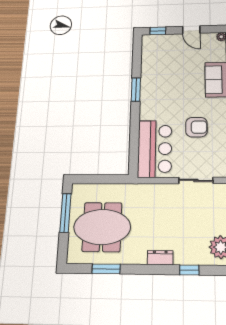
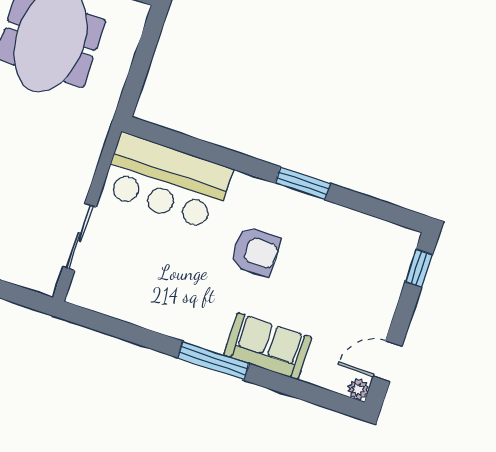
door: (191, 30) -> (388, 361), moved
armchair: (196, 127) -> (256, 251), moved, turned -90

